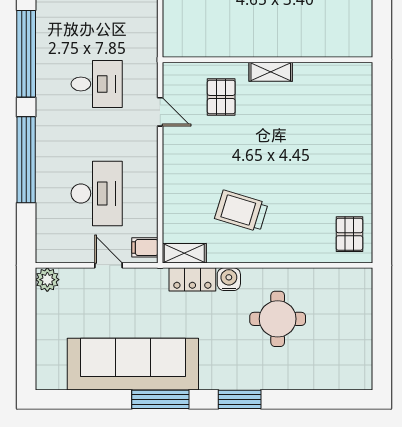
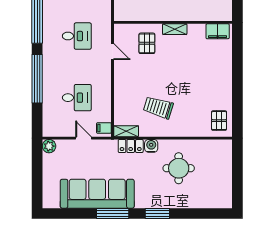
filing cabinet: (347, 76) -> (218, 31), added
desk: (97, 193) -> (77, 98), width x0.73

